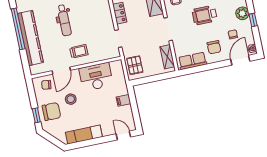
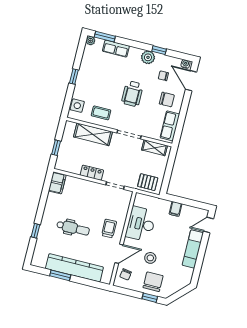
window: (18, 29) -> (60, 275), width x0.47
door: (61, 71) -> (119, 254), hinge flipped
exam couch: (84, 135) -> (193, 249), moved

